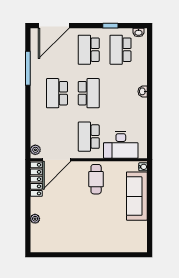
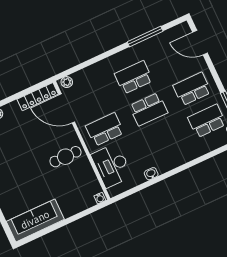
door: (54, 26) -> (200, 43), width x0.73
washbasin: (143, 91) -> (151, 174), moved
sofa: (137, 196) -> (35, 220), moved

